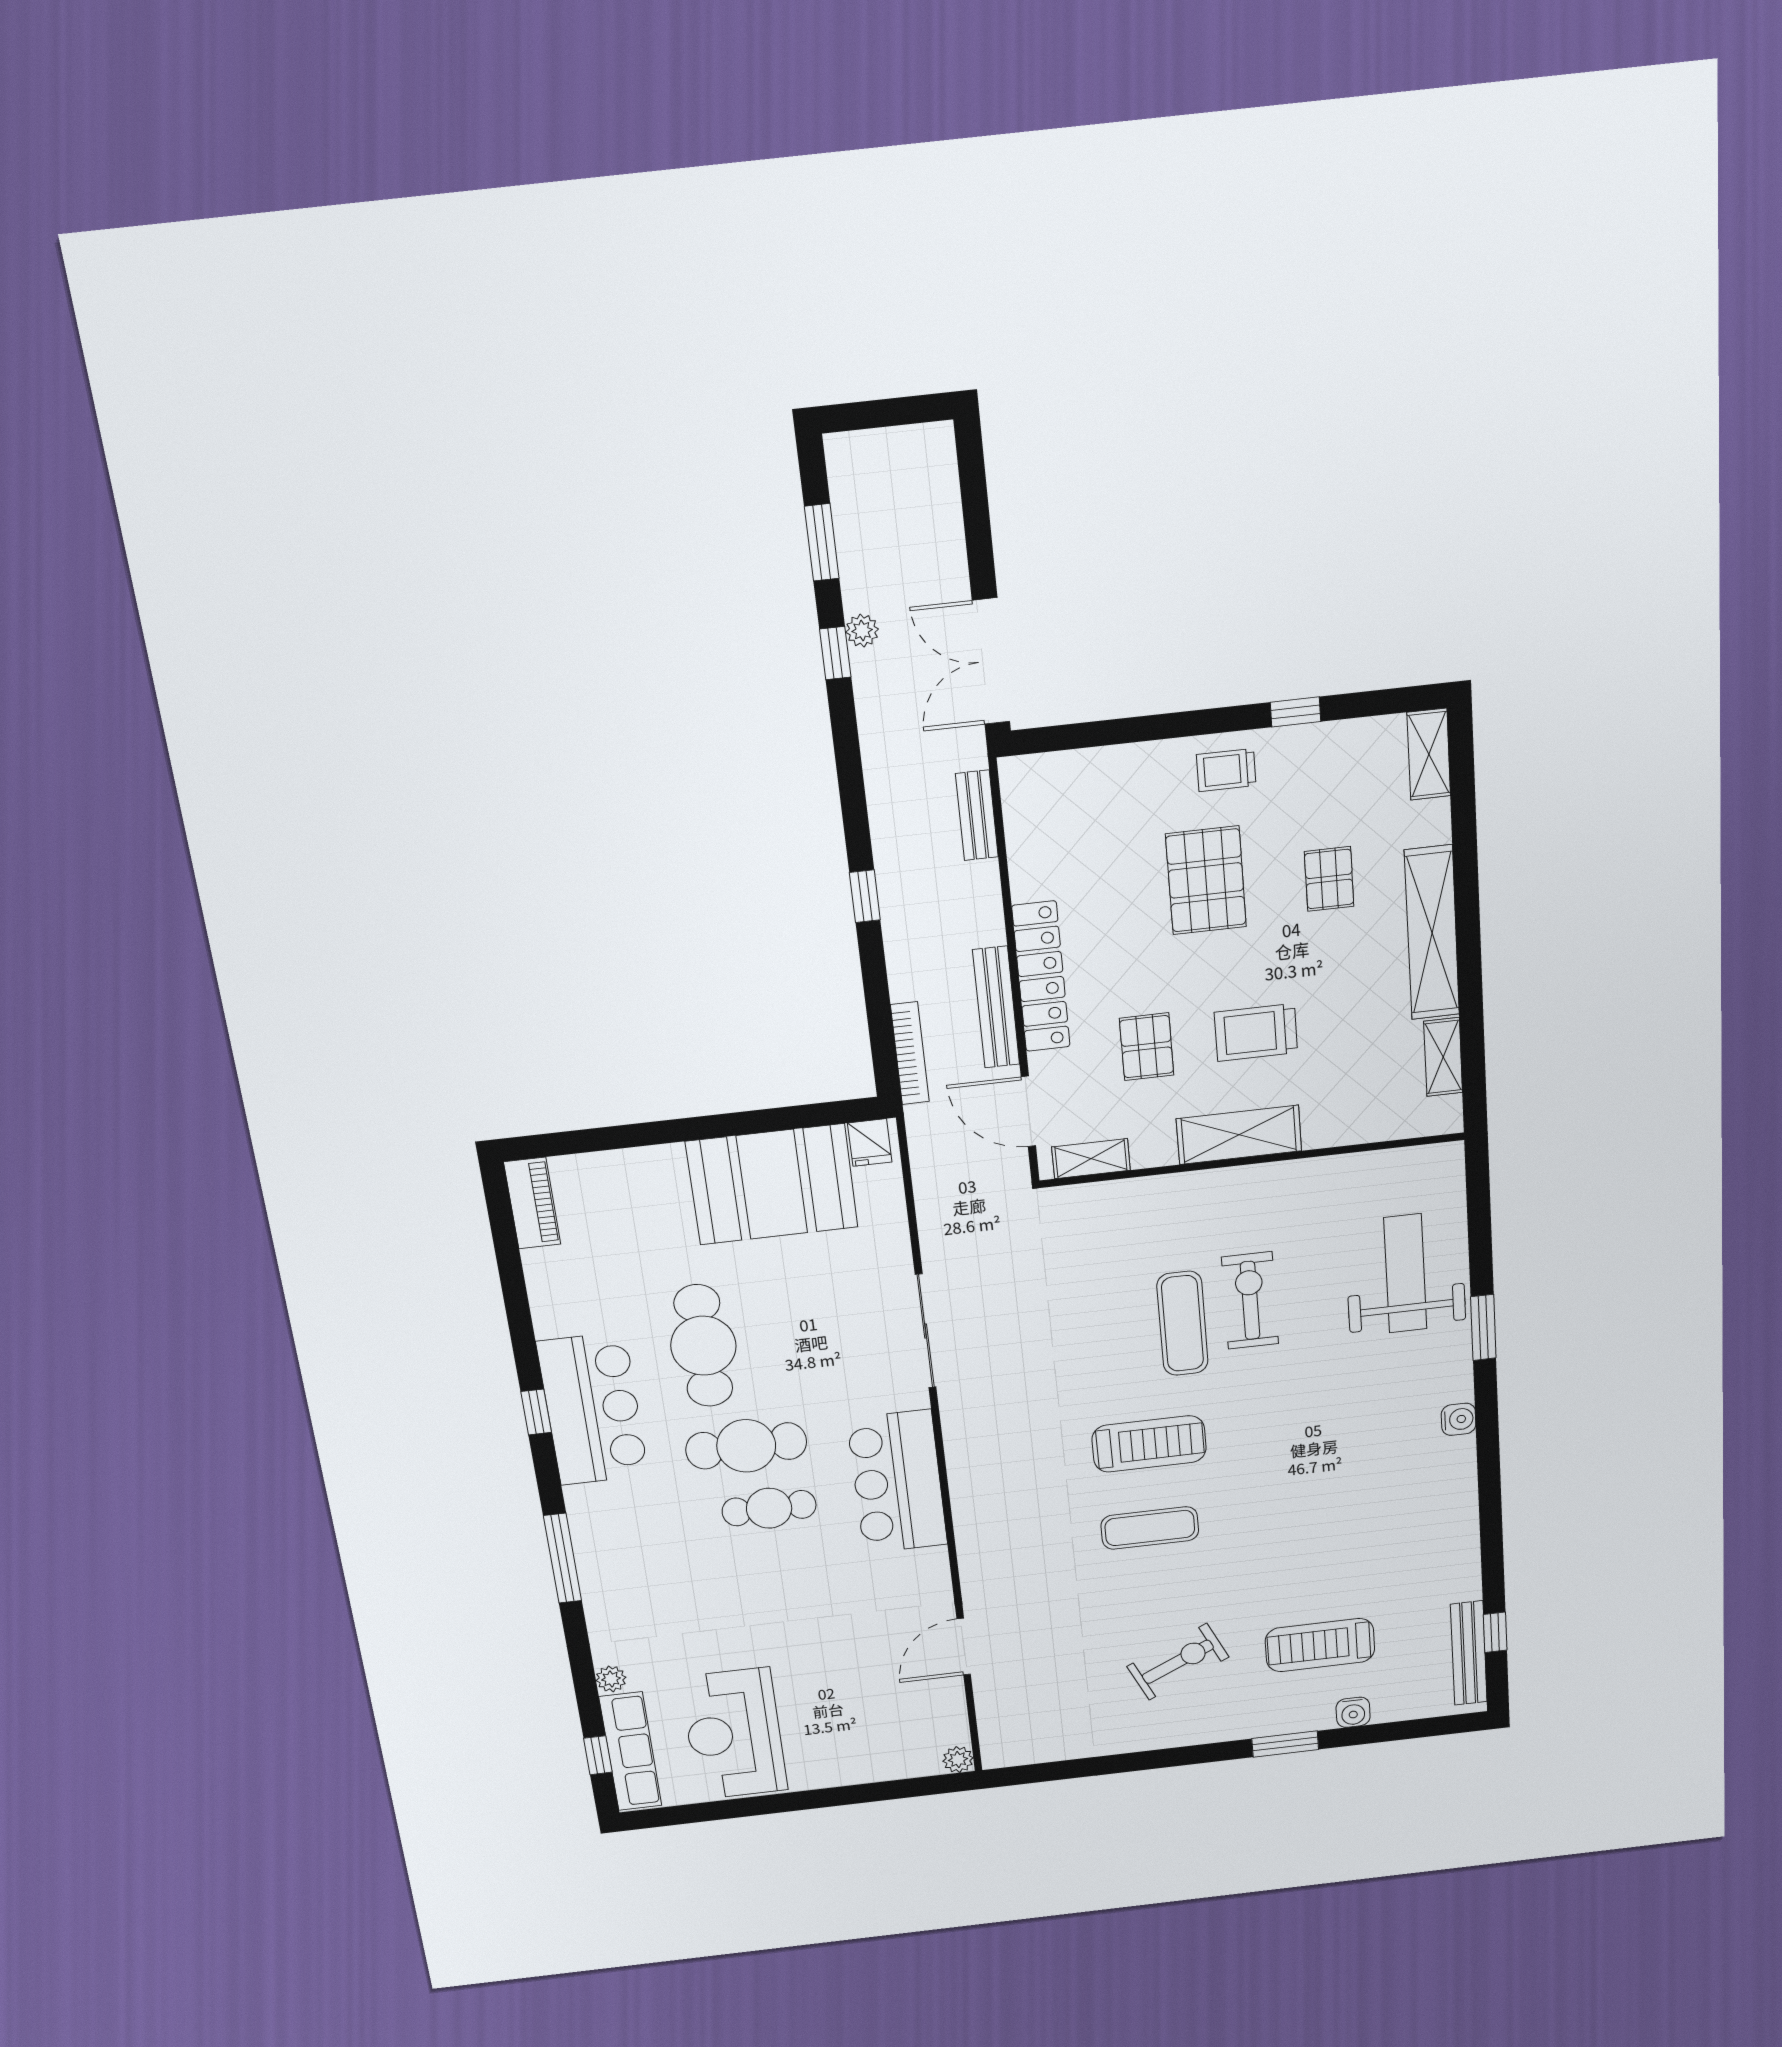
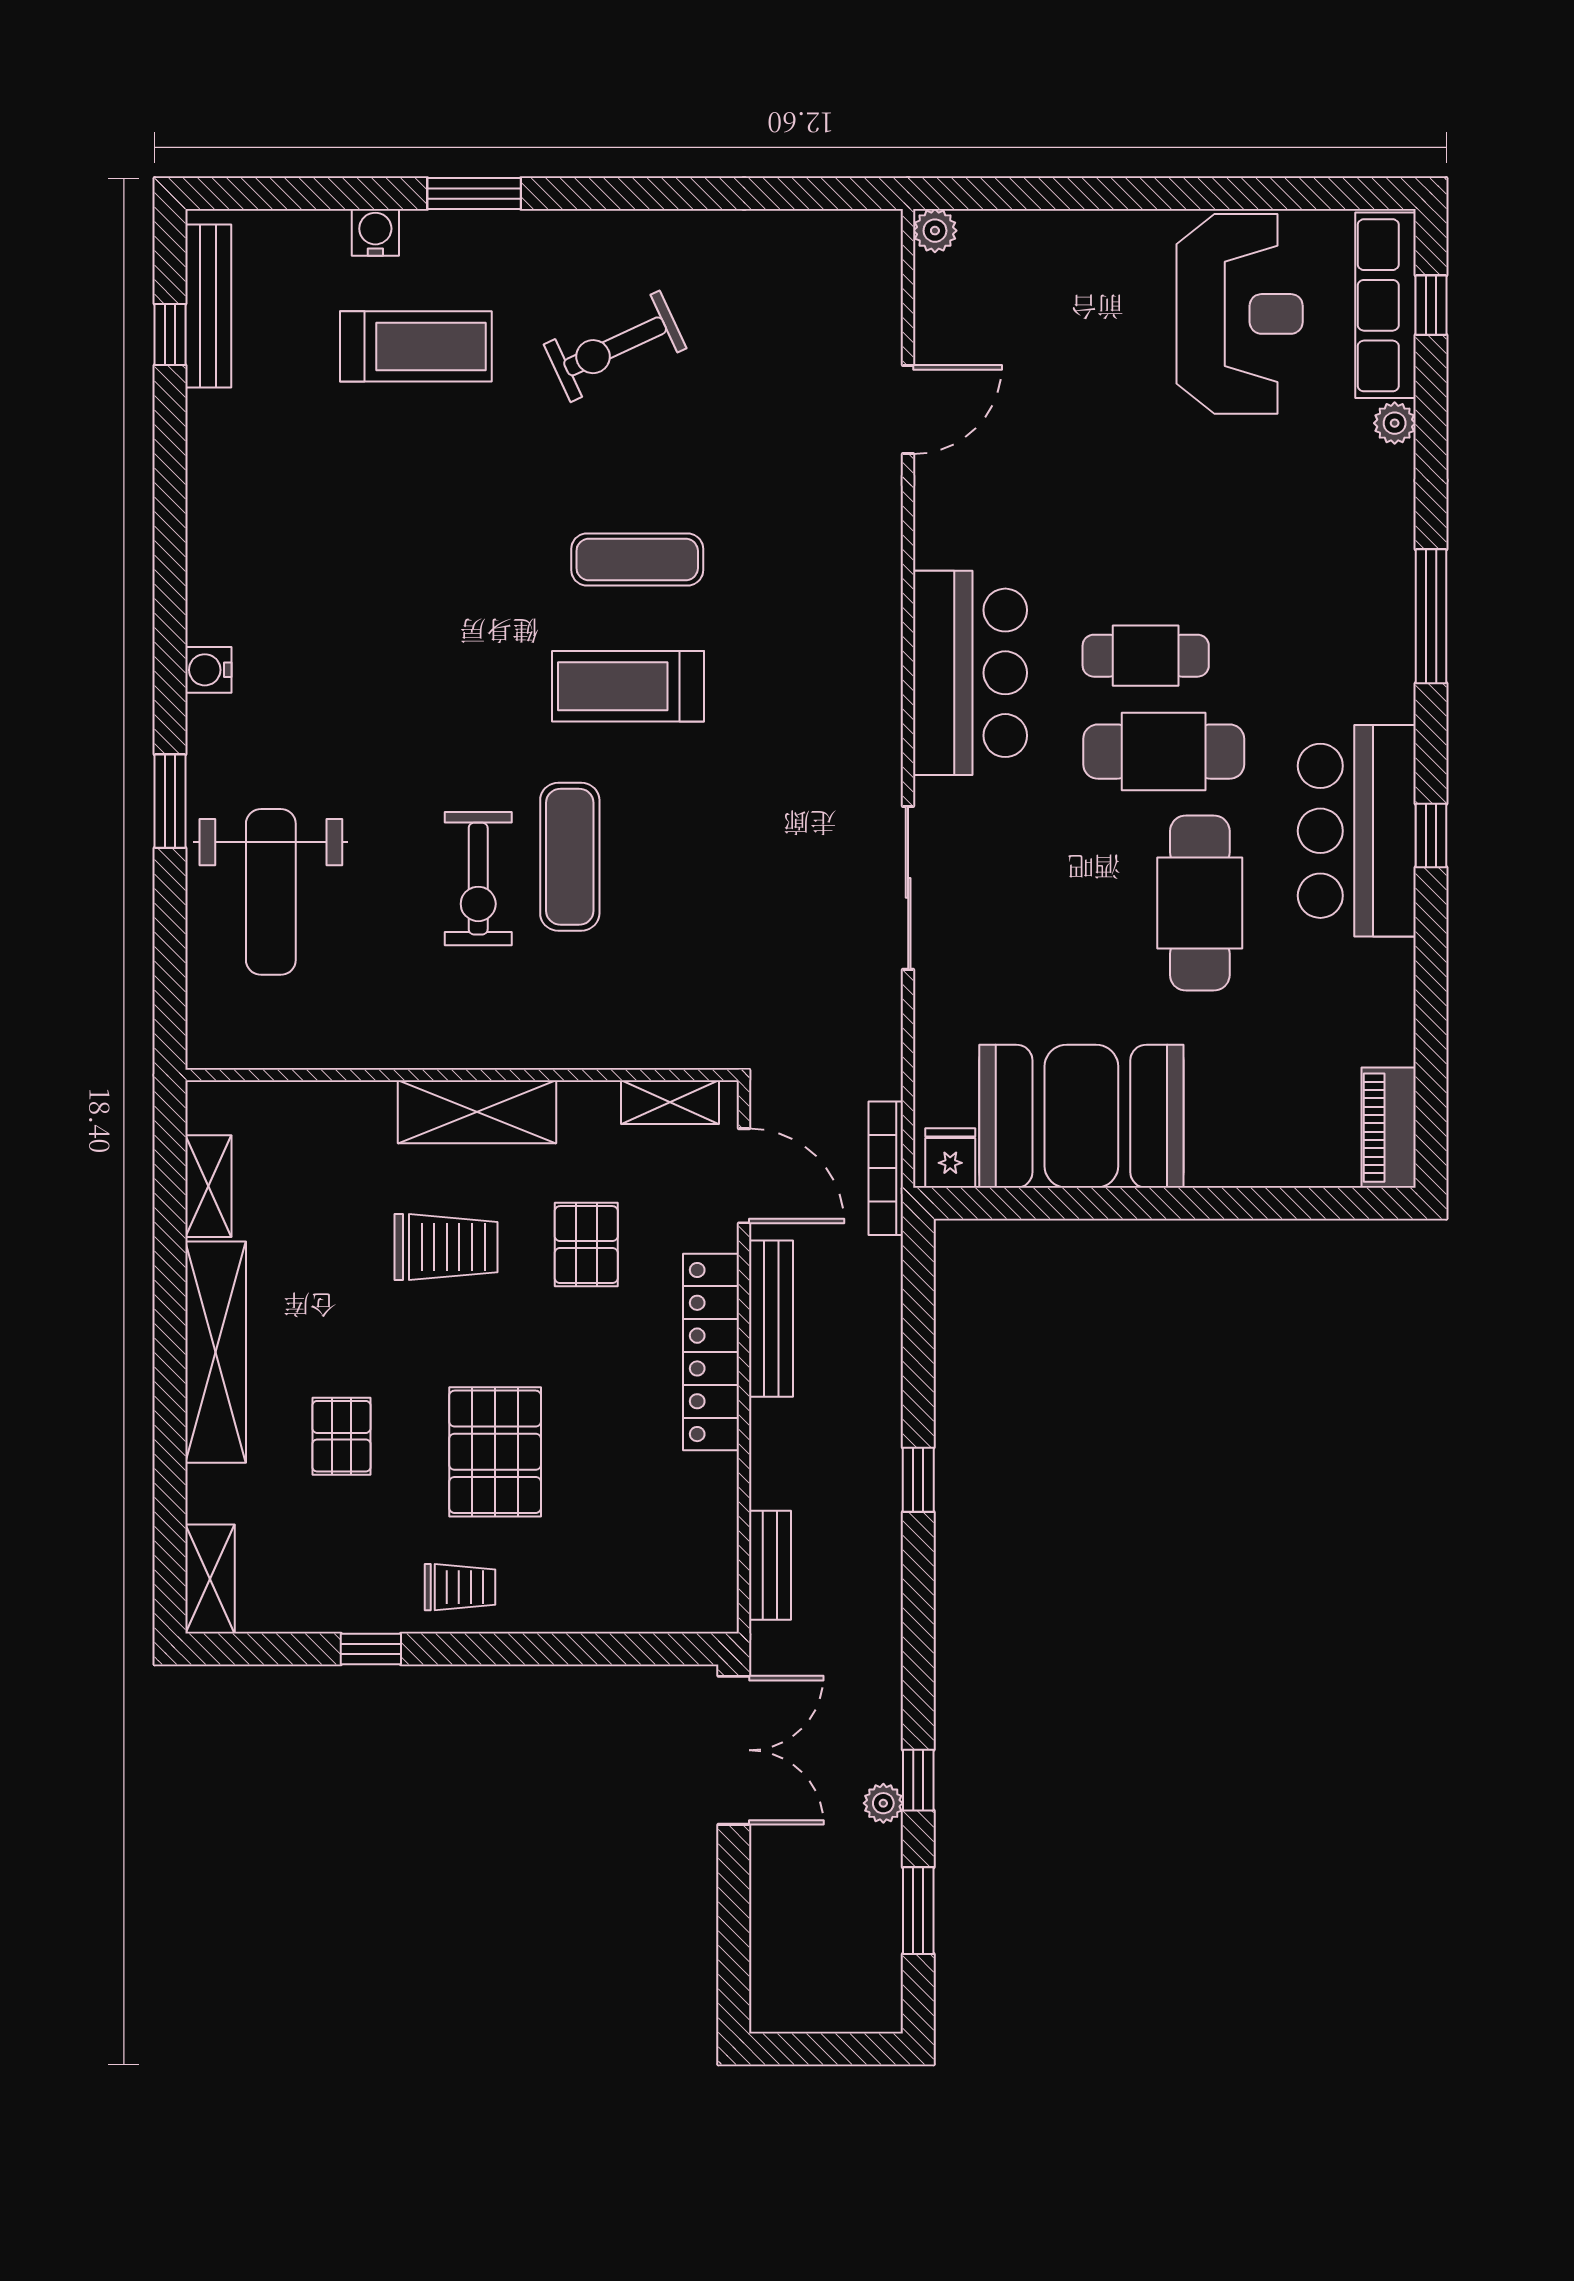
bookcase: (910, 1053) -> (886, 1168), moved

